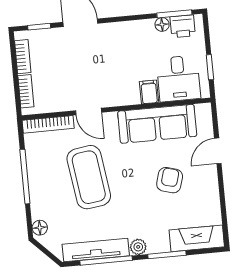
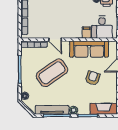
coffee table: (89, 177) -> (52, 73), turned 63

